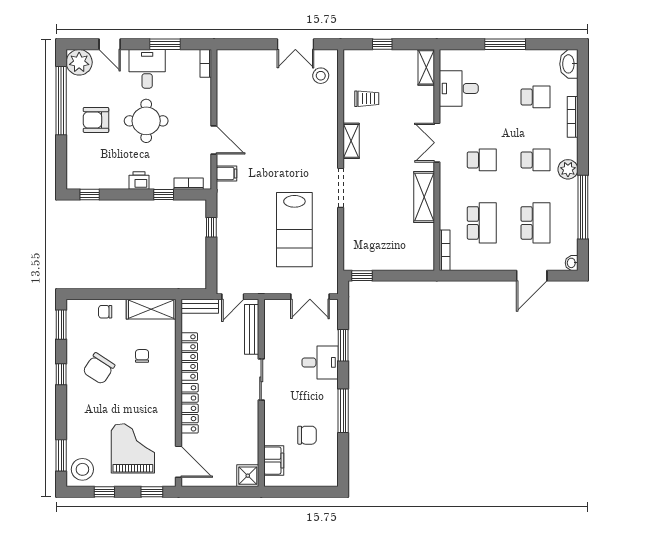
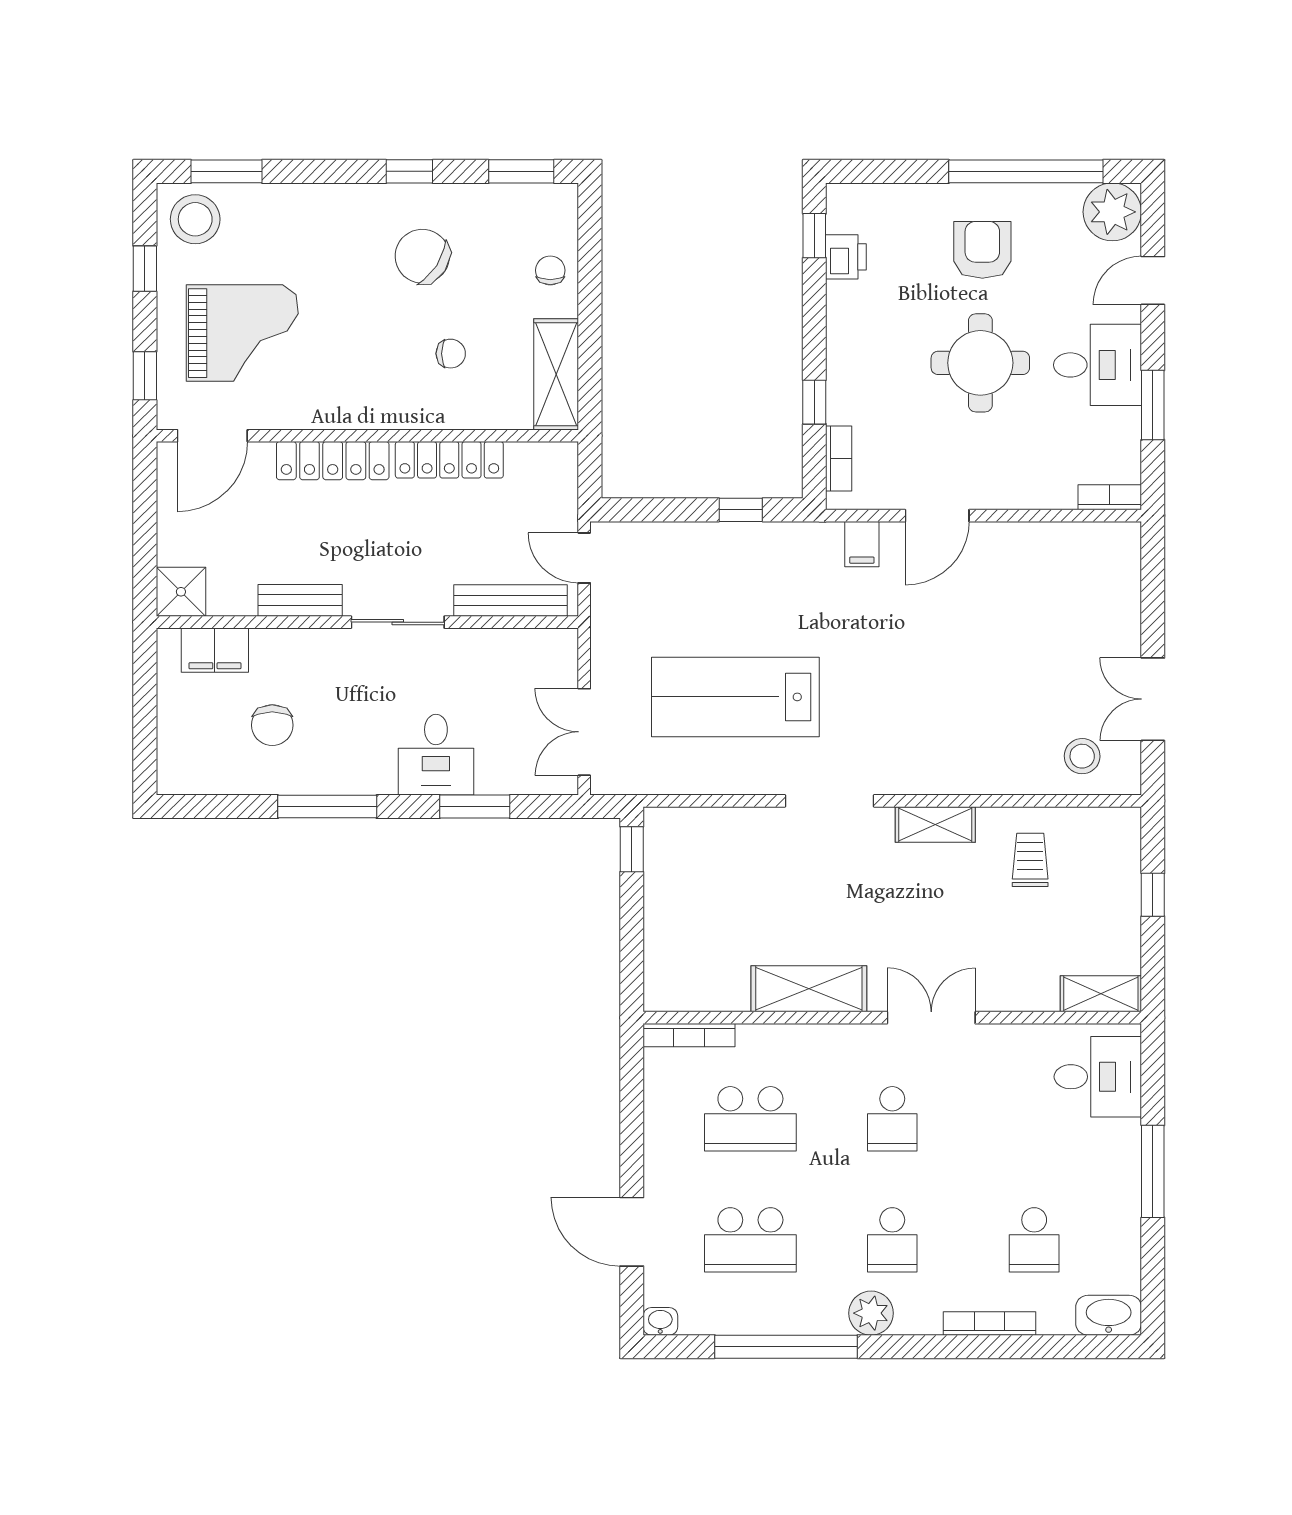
desk: (459, 88) -> (1098, 1077), moved, turned 90
trolley: (367, 99) -> (1030, 860), turned 180
printer: (139, 181) -> (846, 257), moved
bench: (200, 306) -> (300, 600), moved, turned 90

